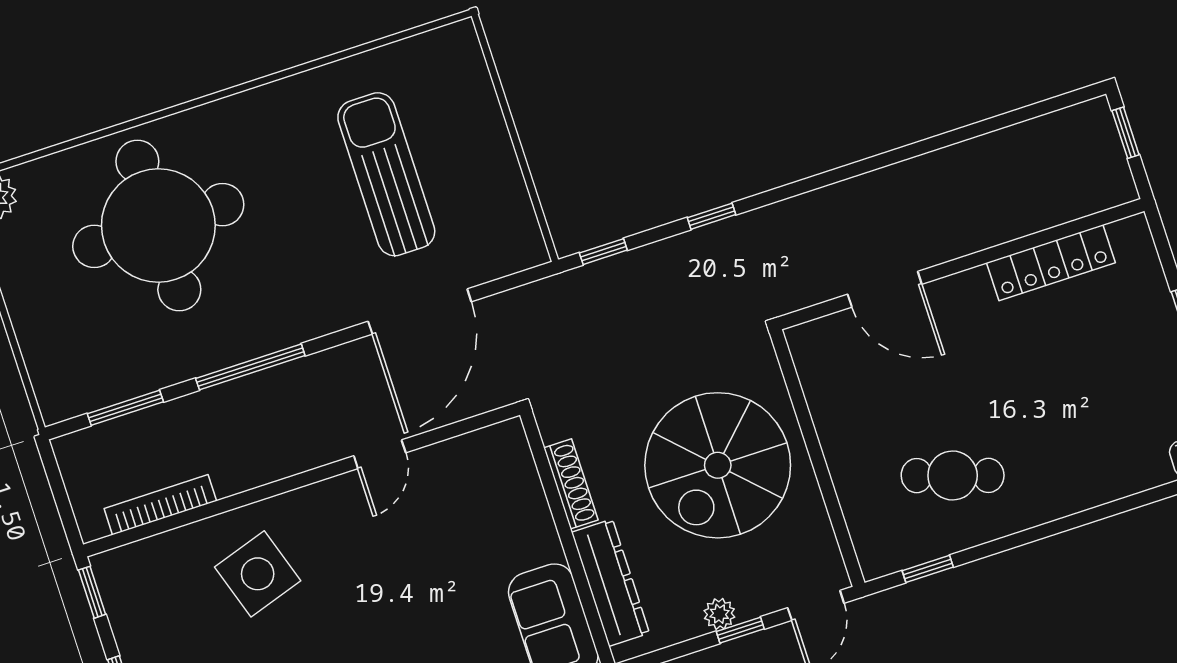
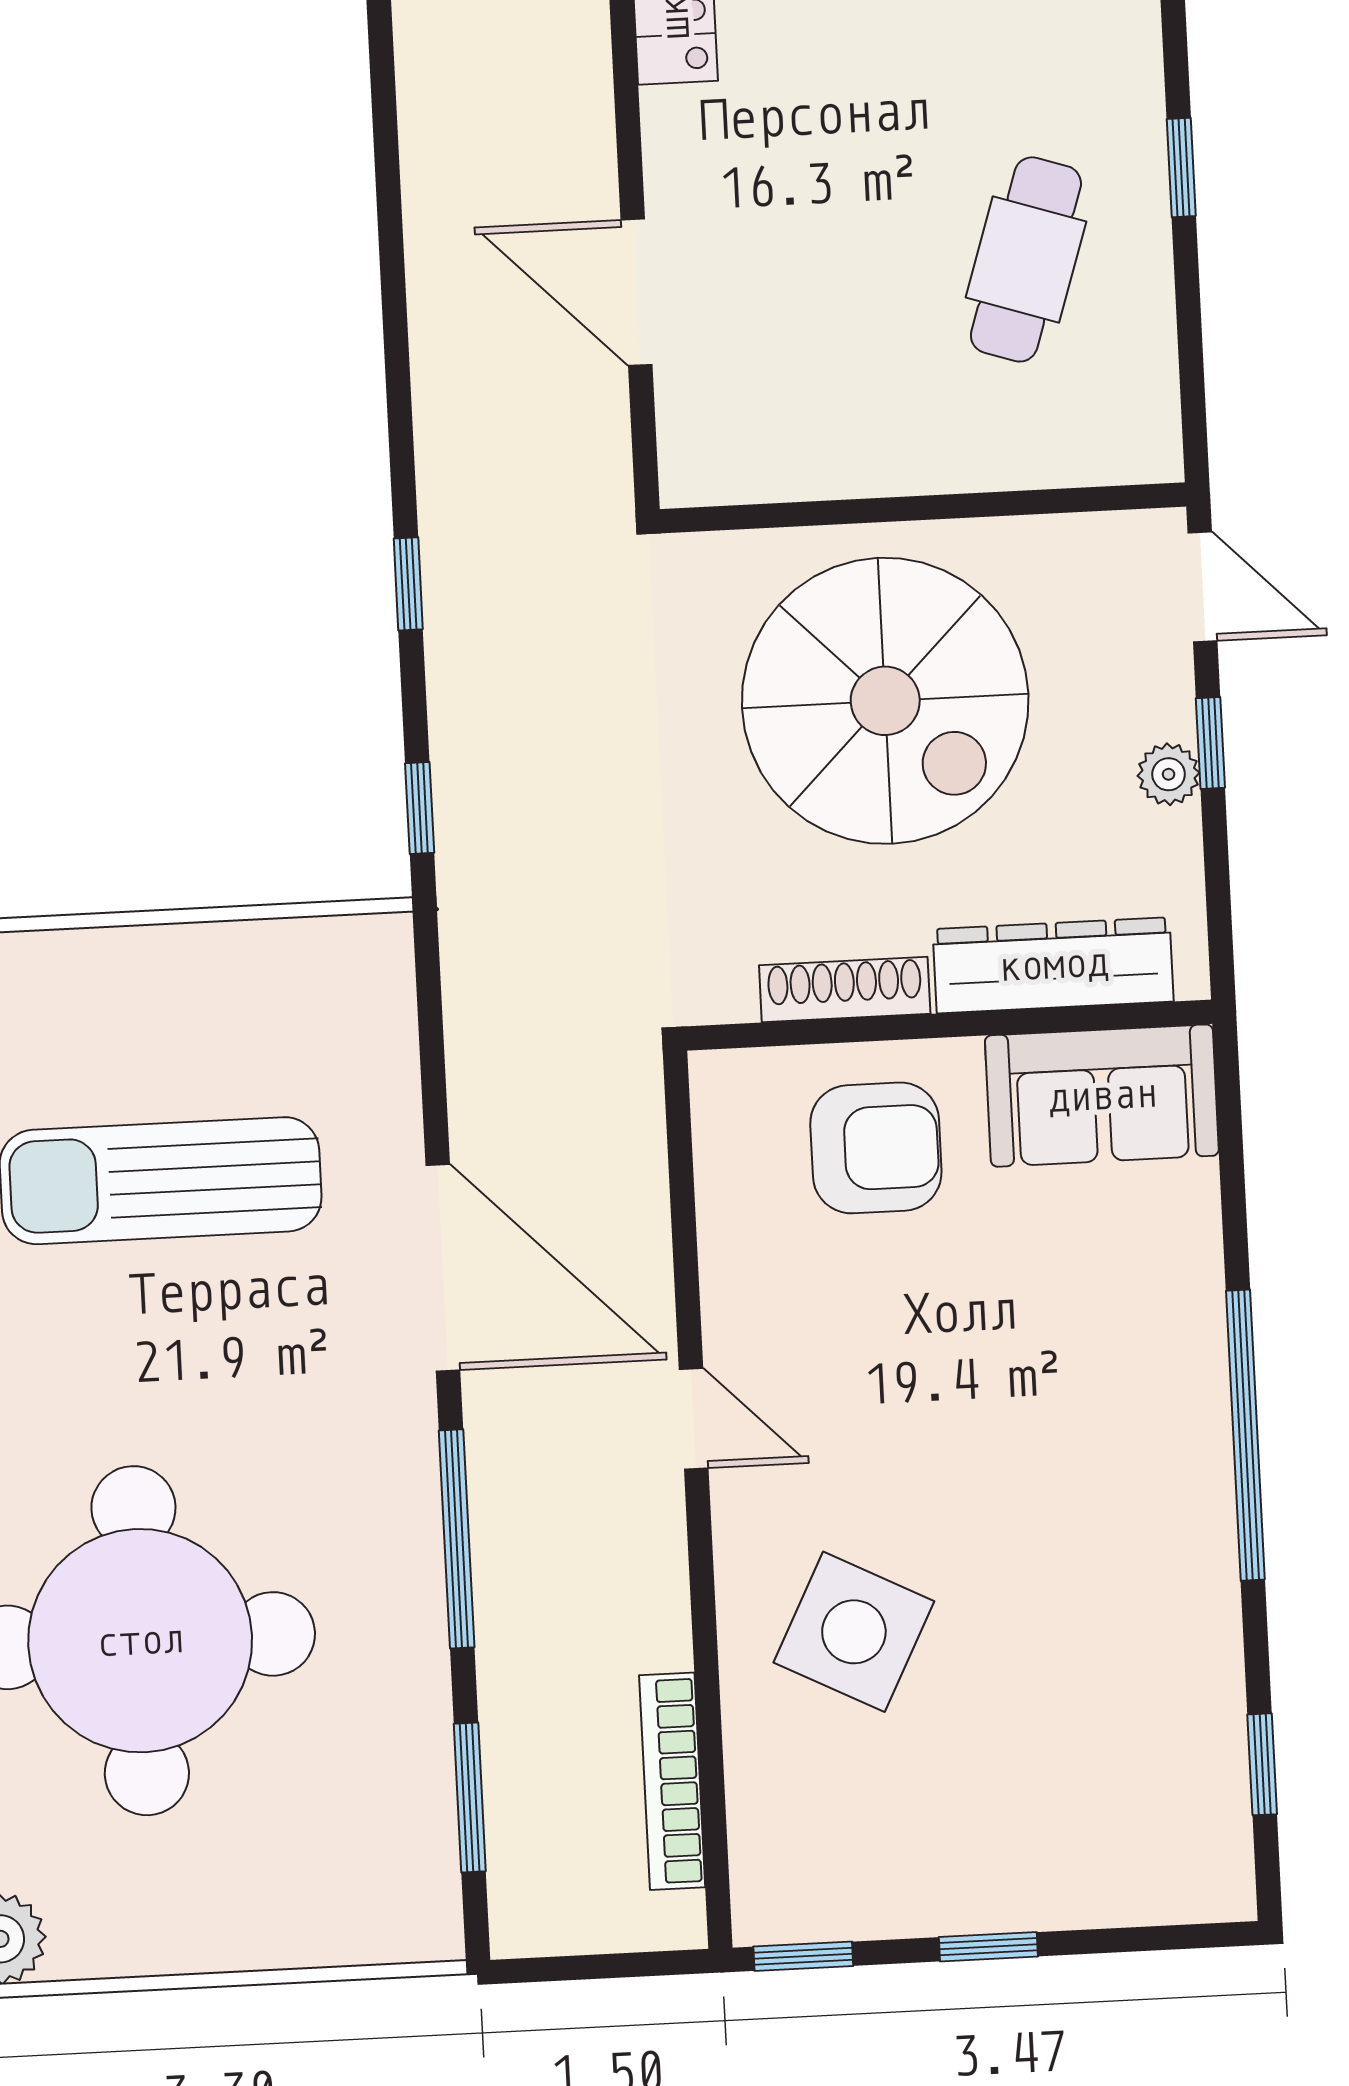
door: (885, 289) -> (637, 292), swing flipped
door: (420, 312) -> (443, 1268), moved
door: (380, 454) -> (694, 1419), moved
armchair: (498, 520) -> (876, 1148), added
window: (928, 569) -> (1181, 168), moved
side table: (258, 574) -> (854, 1632), turned 45

